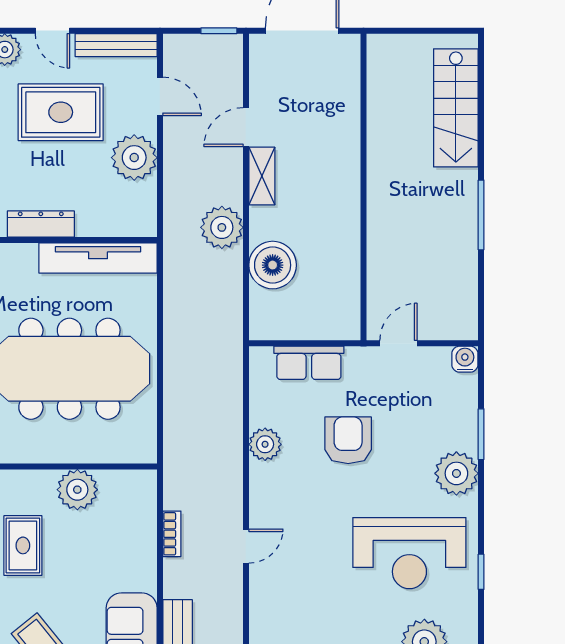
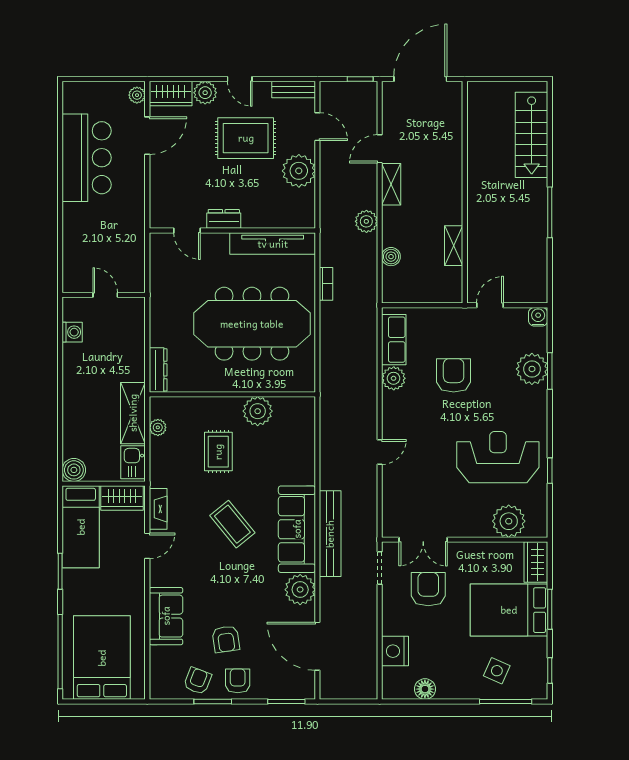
bench: (116, 45) -> (294, 89), width x0.73
dresser: (41, 224) -> (224, 219), width x0.70
plant: (222, 227) -> (366, 221), width x0.73, depth x0.73
shelving: (348, 261) -> (454, 246), added
boiler: (273, 265) -> (391, 257), width x0.54, depth x0.54
row of seats: (309, 363) -> (394, 340), moved, turned -90
plant: (456, 473) -> (532, 369), moved
bookcase: (172, 534) -> (326, 284), moved
reception desk: (409, 553) -> (498, 457), turned 180

